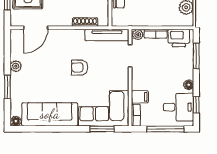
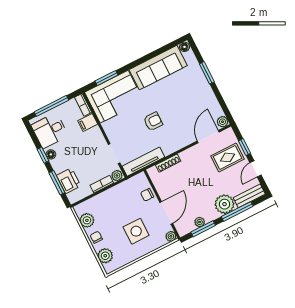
printer: (179, 38) -> (69, 181), moved, turned 90
plant: (16, 66) -> (223, 122), moved
window: (196, 105) -> (43, 155), moved

